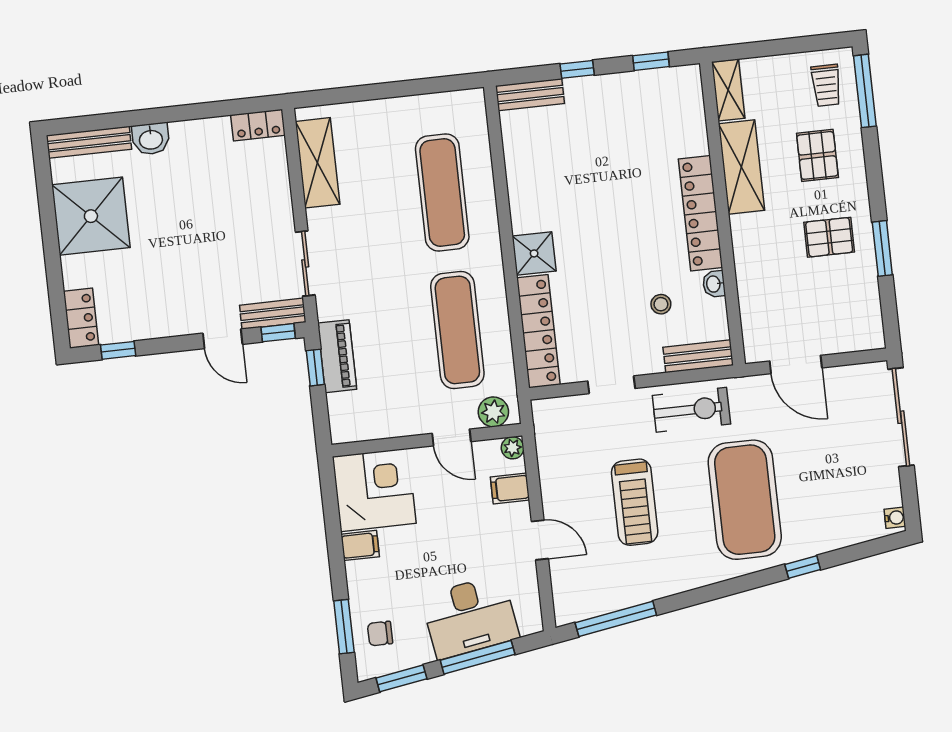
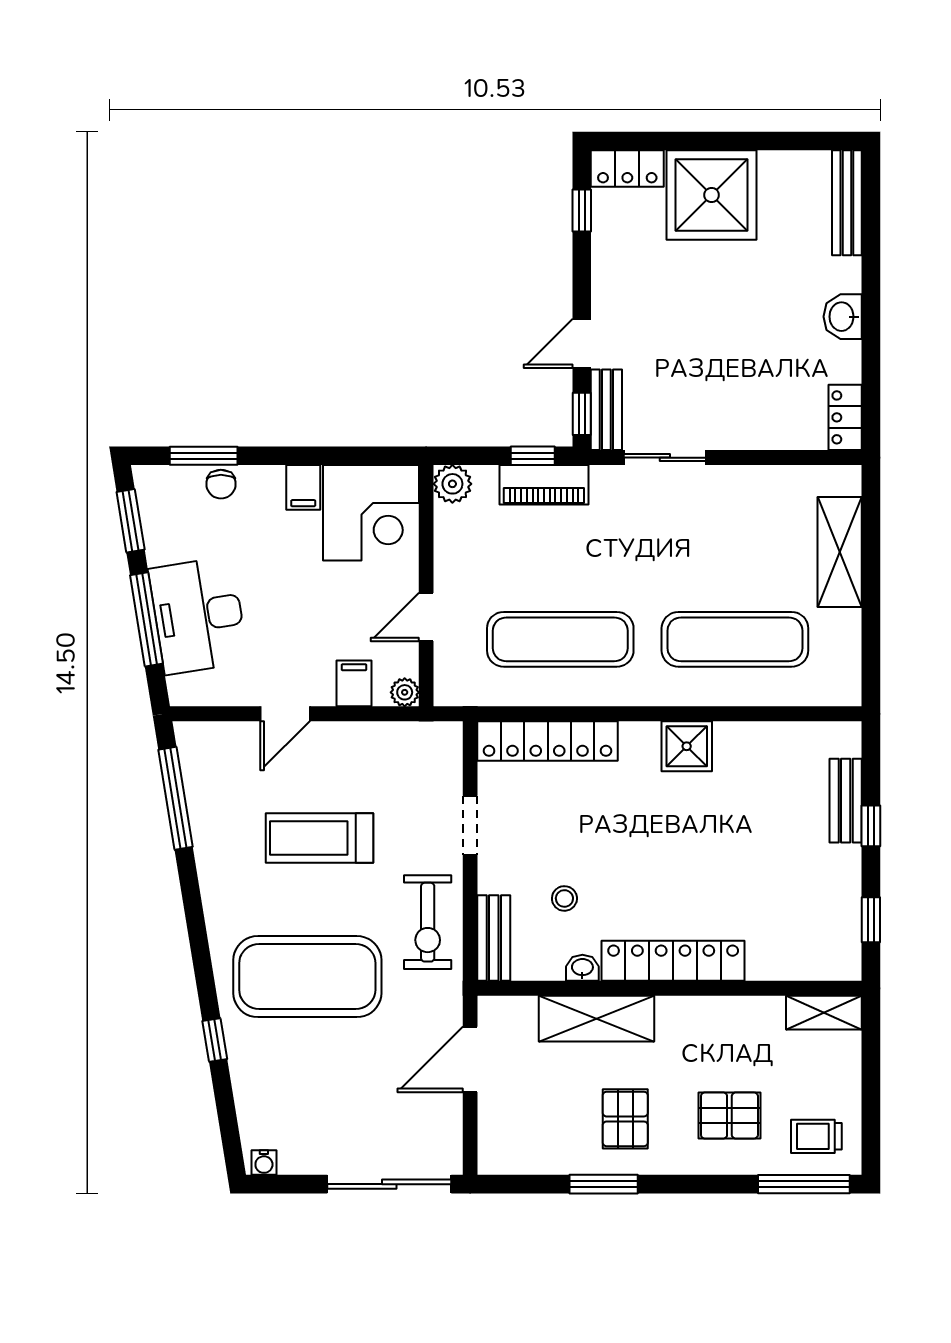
bench: (530, 95) -> (846, 801), moved
washbasin: (151, 139) -> (843, 317), moved
shelving: (318, 163) -> (840, 552), moved, turned 90
shelving: (742, 167) -> (596, 1019), moved
shower: (91, 216) -> (712, 195), moved
shower: (534, 253) -> (687, 746), moved
plant: (493, 412) -> (452, 484), moved
chair: (380, 634) -> (221, 484), moved, turned 180

